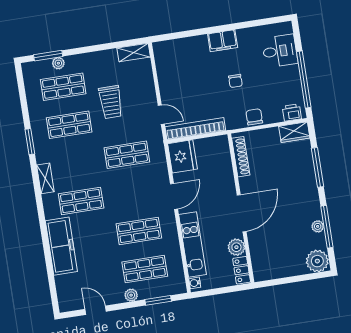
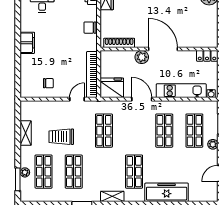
shelving: (134, 52) -> (26, 133), moved
chair: (235, 81) -> (48, 83), moved
trolley: (111, 102) -> (61, 137), turned 180
plant: (236, 247) -> (142, 57), moved

